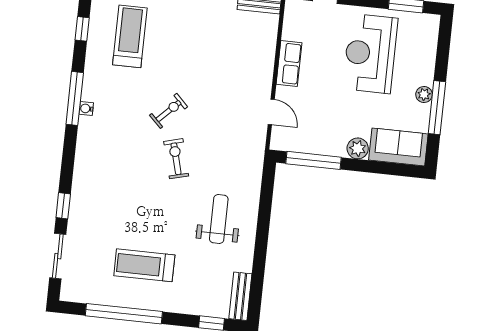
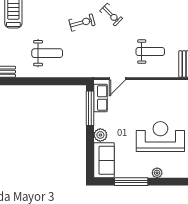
weight bench: (234, 55) -> (150, 52), added
row of seats: (289, 63) -> (100, 98), moved, turned -90
plant: (424, 94) -> (157, 173), moved

